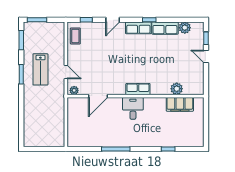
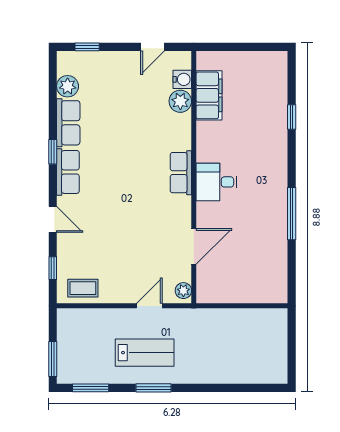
door: (206, 56) -> (153, 47), moved
water cooler: (189, 90) -> (182, 79), added
door: (98, 96) -> (194, 246), hinge flipped

